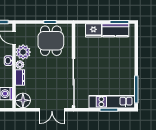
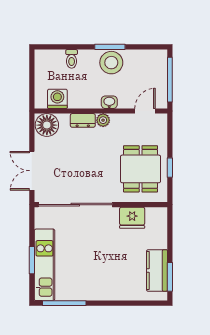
fridge: (93, 30) -> (132, 218), moved, turned -90
dining table: (51, 41) -> (141, 169), turned 90
plant: (23, 52) -> (123, 125), removed

